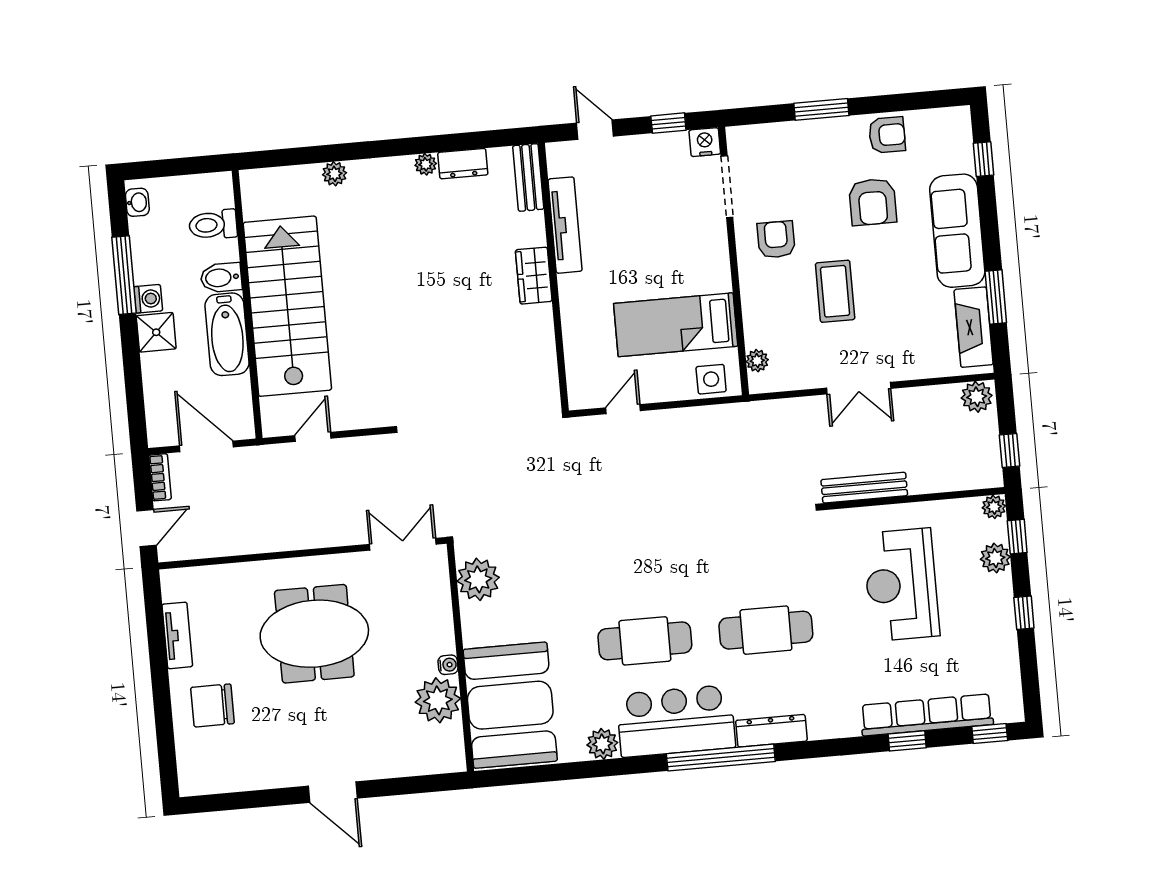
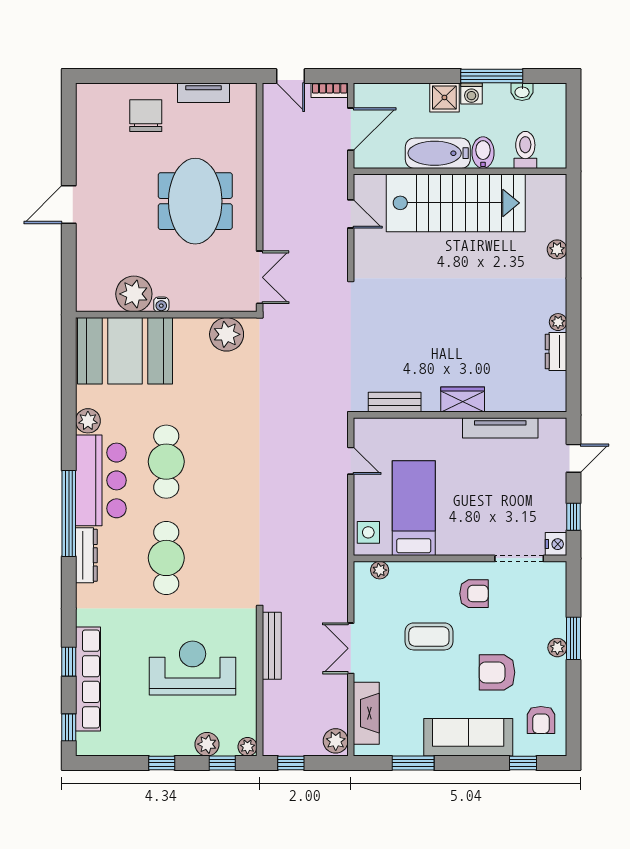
plant: (835, 129) -> (557, 648), added
armchair: (887, 135) -> (541, 720), moved
bench: (528, 177) -> (395, 402), moved
washbasin: (137, 202) -> (522, 92), moved
fireplace: (974, 327) -> (366, 713), moved, turned 90

